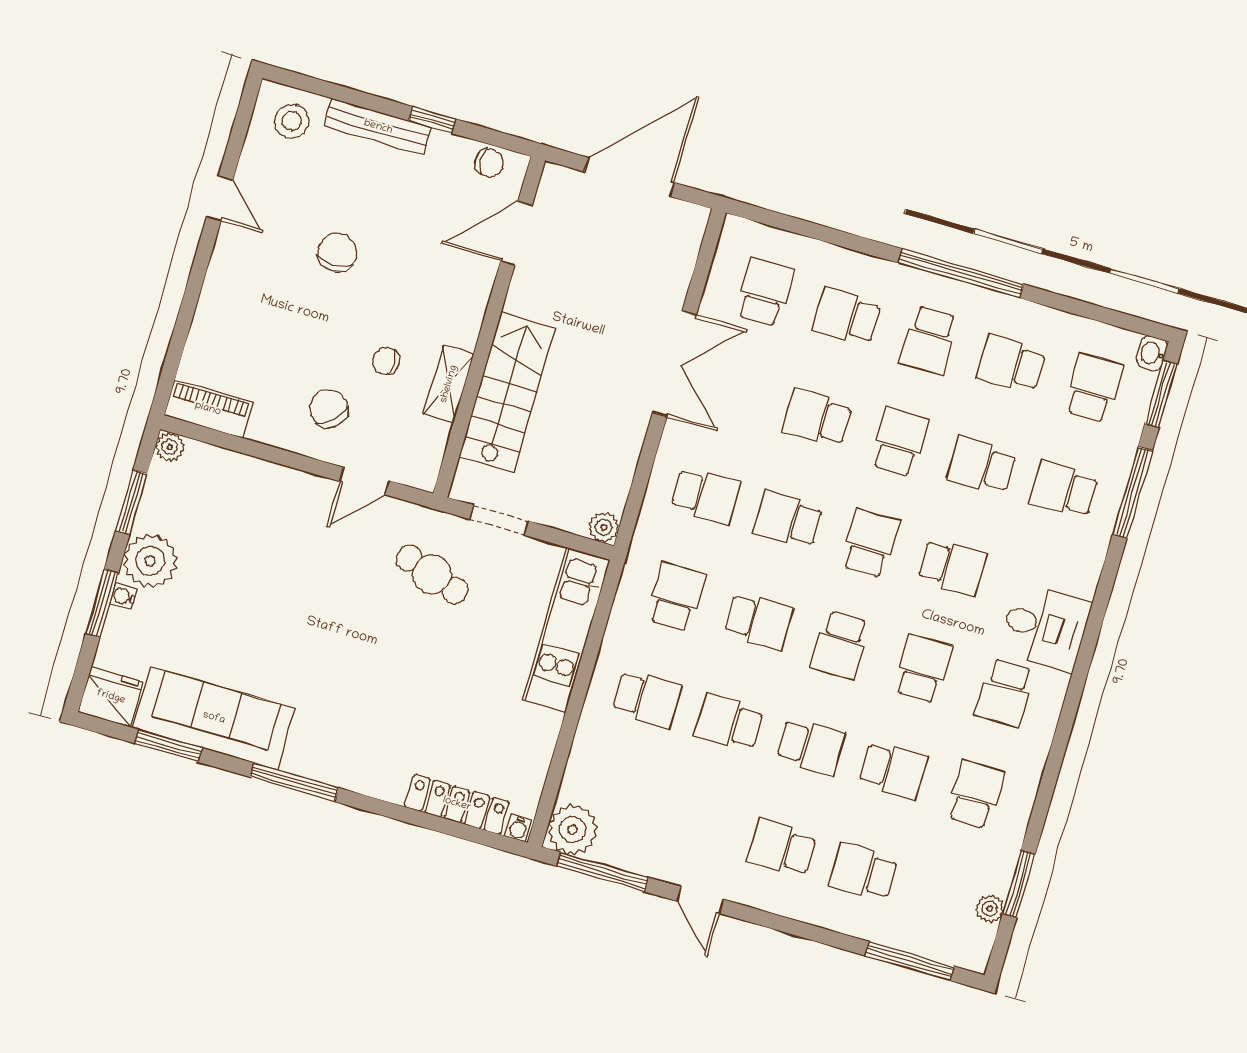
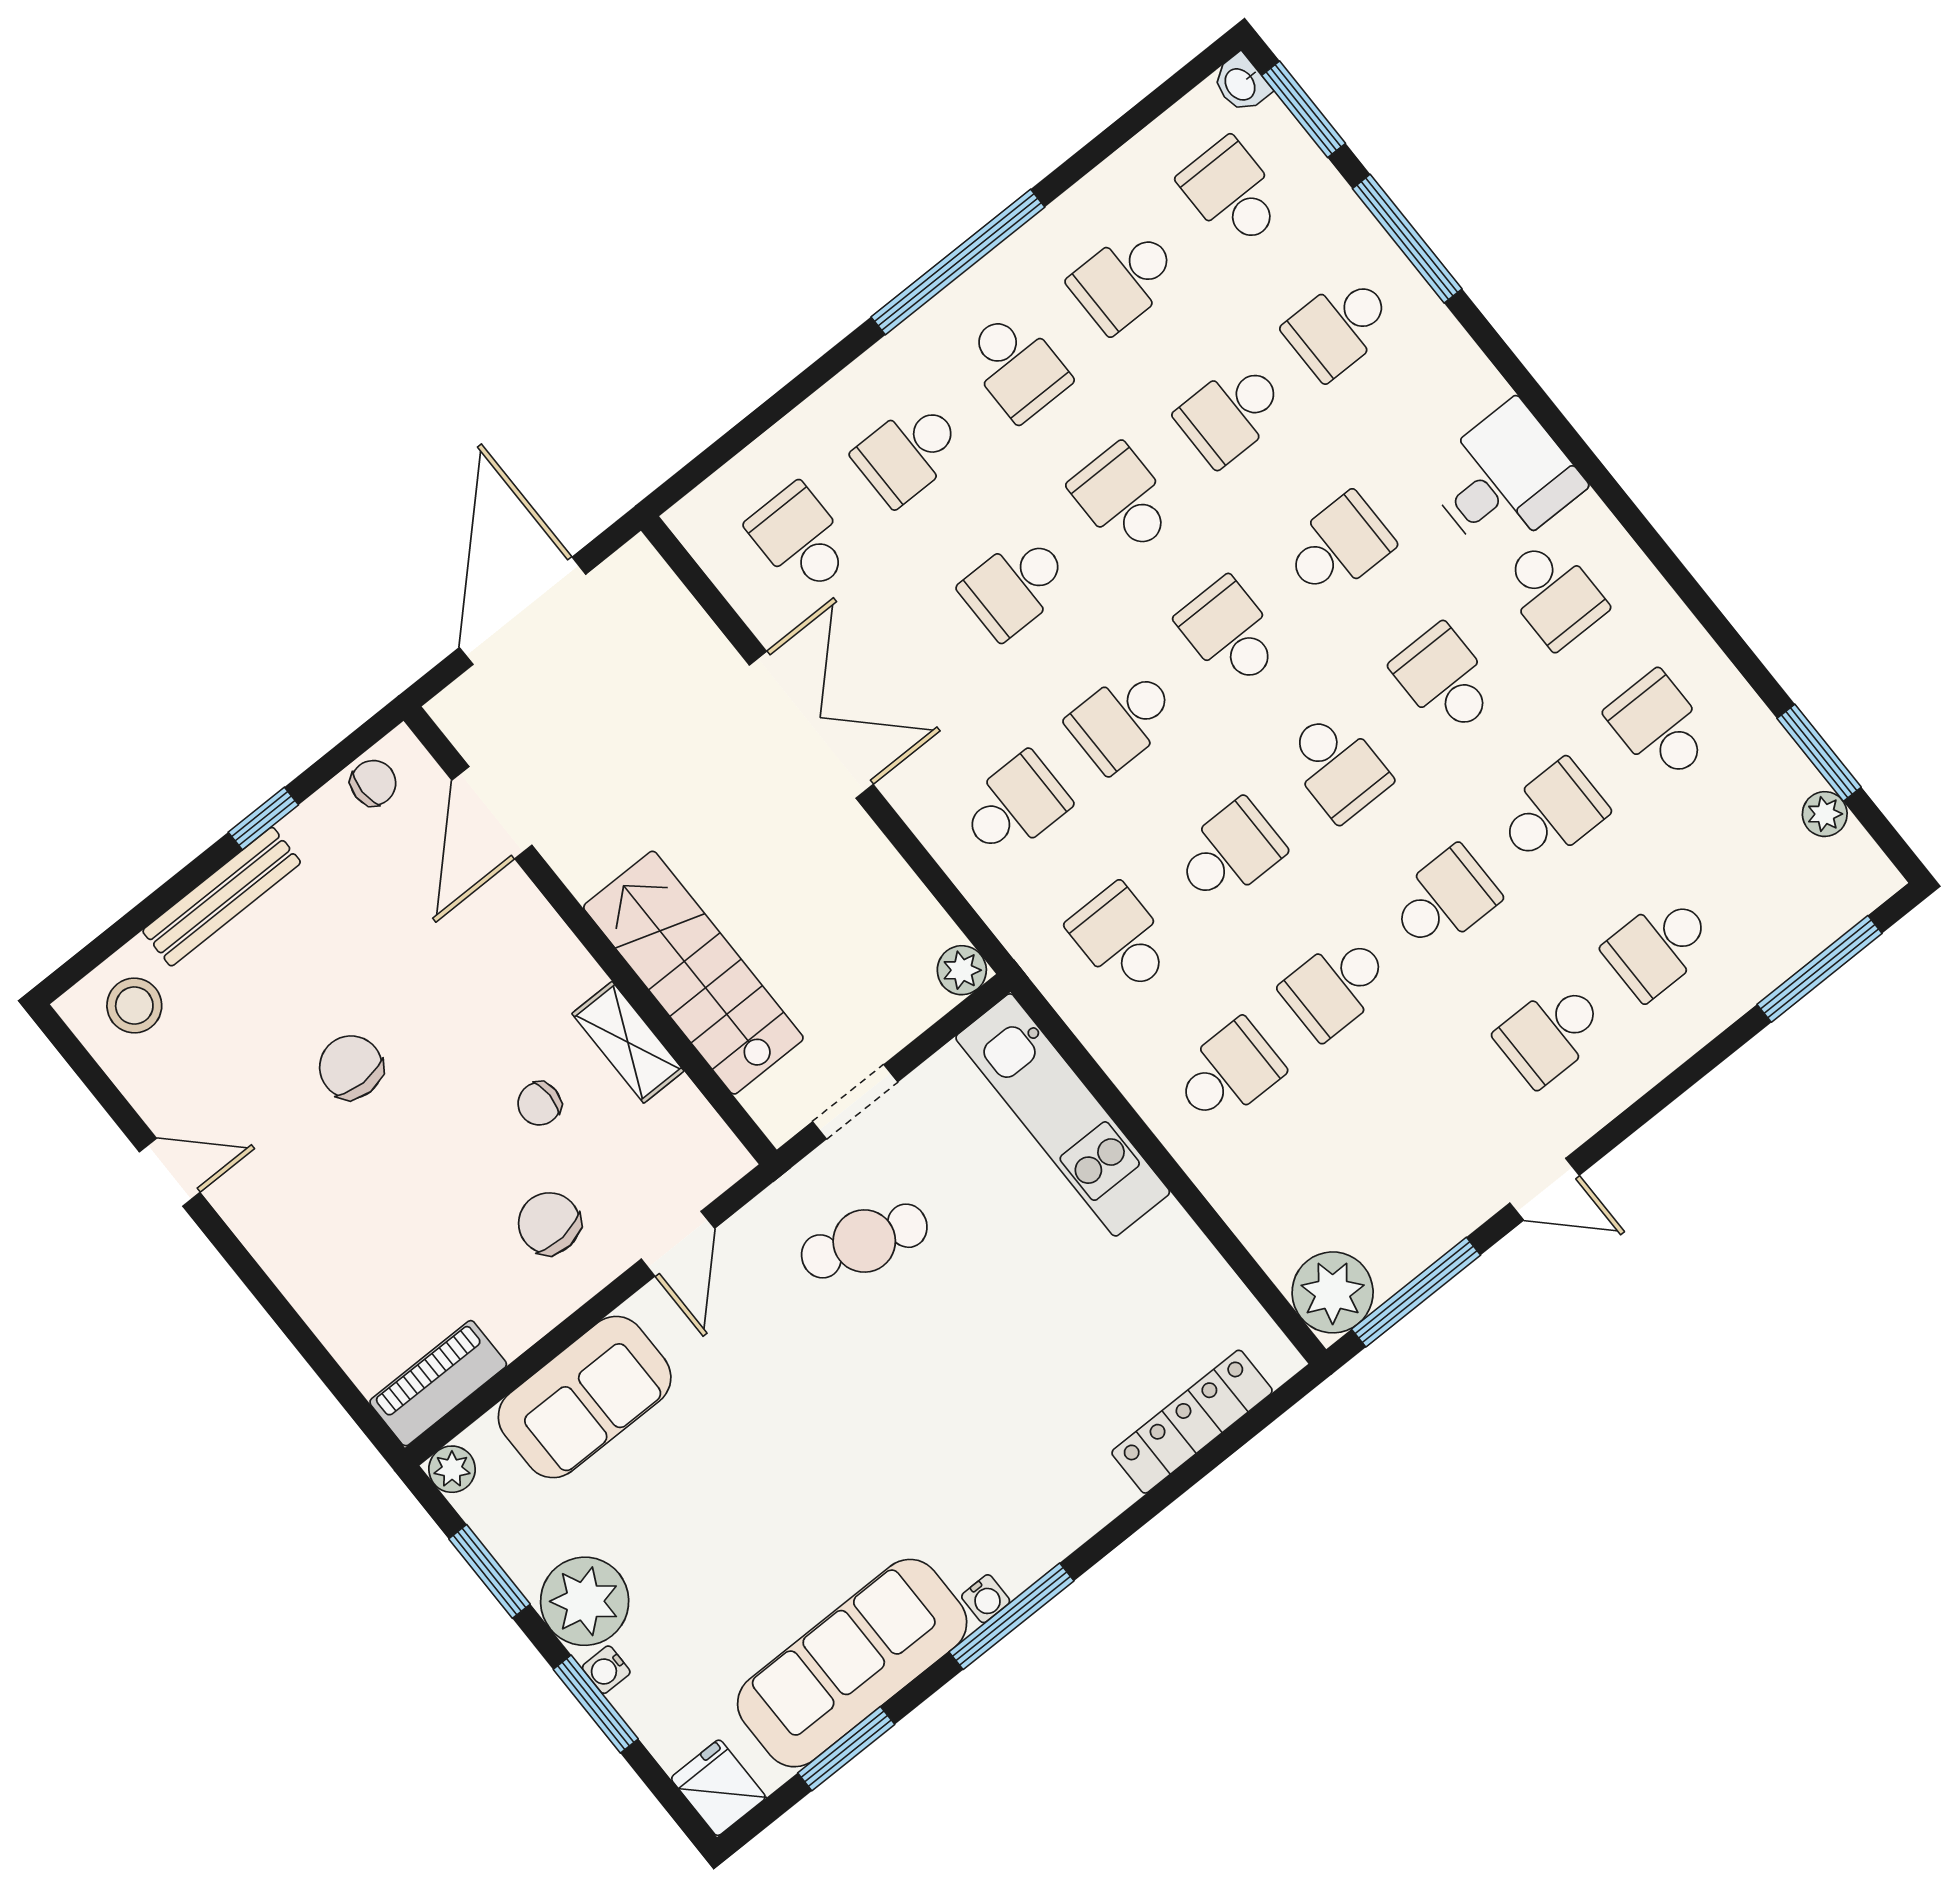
chair: (329, 409) -> (549, 1223), turned 38
sofa: (254, 488) -> (585, 1397), added
fridge: (111, 697) -> (718, 1788), width x0.72
water cooler: (519, 828) -> (986, 1599), moved

